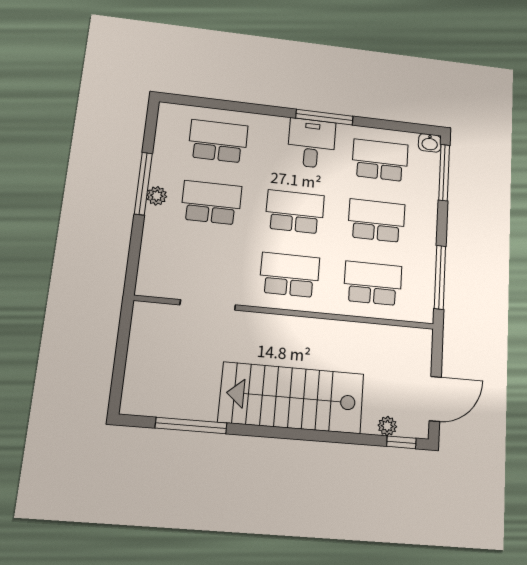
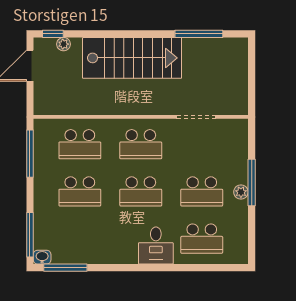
window: (324, 117) -> (65, 268), moved
desk: (311, 143) -> (156, 246), moved
school desk: (380, 160) -> (80, 239), removed
window: (143, 184) -> (252, 183), moved

